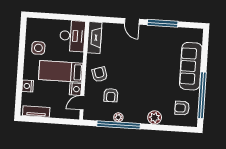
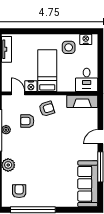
desk: (72, 36) -> (87, 80), width x0.73
sofa: (191, 66) -> (88, 184), moved, turned -90
nightstand: (28, 86) -> (86, 39), moved

